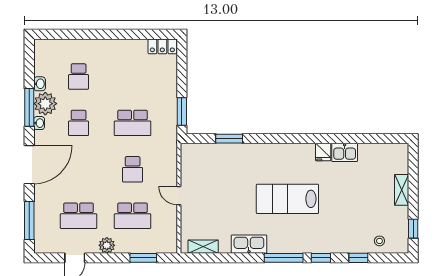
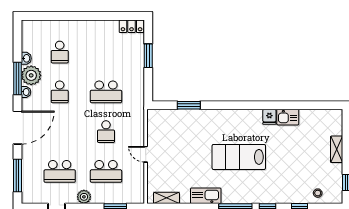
window: (182, 111) -> (148, 56), moved

